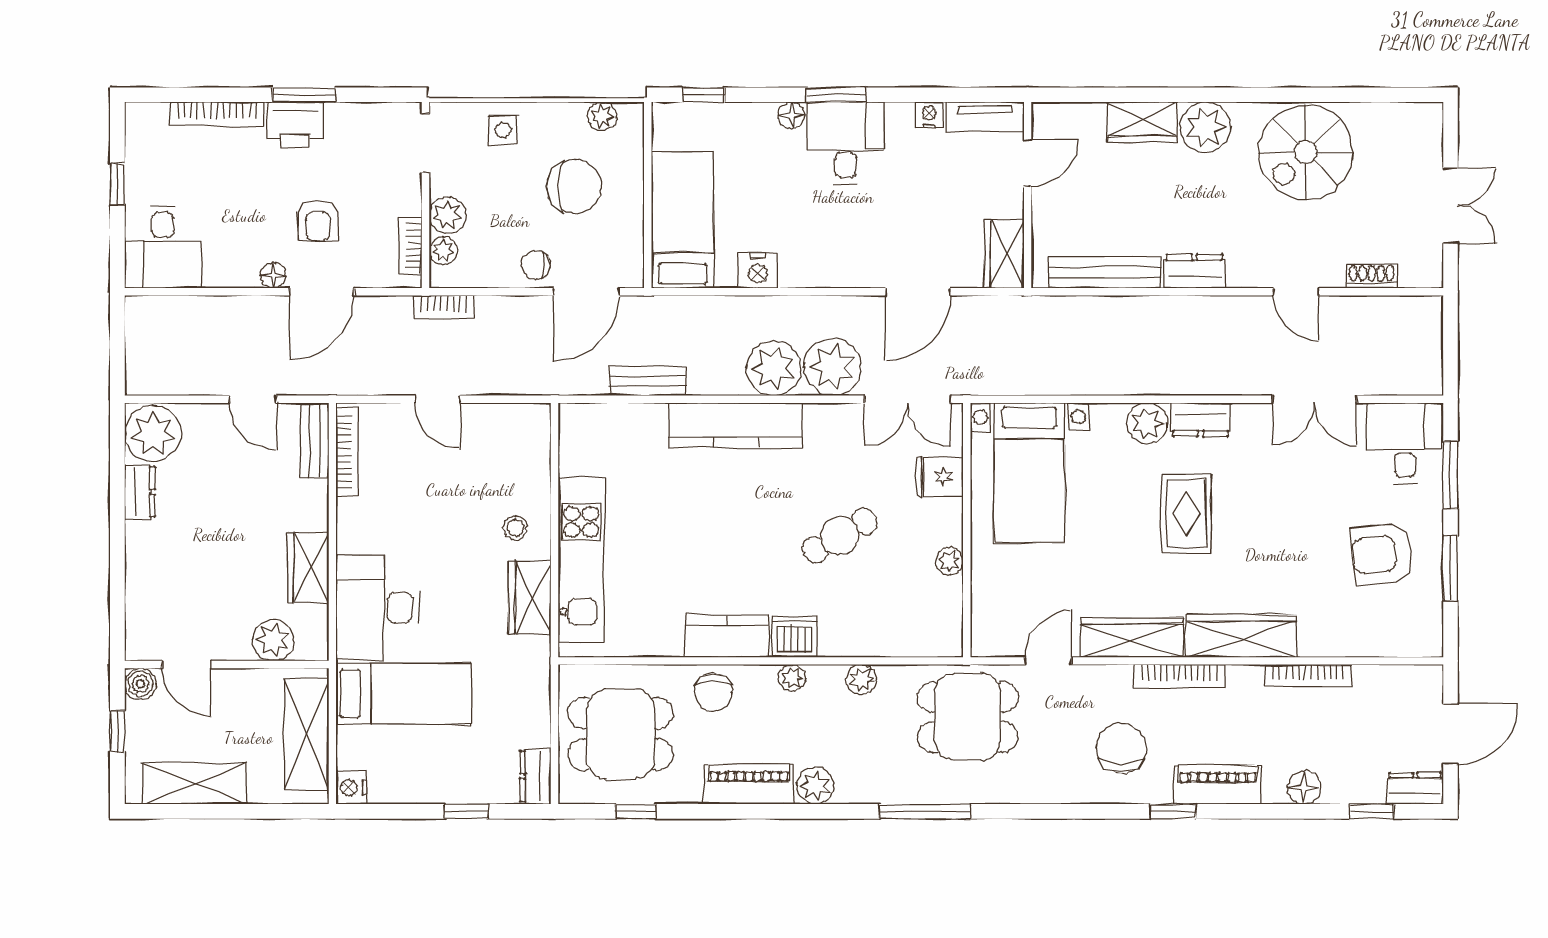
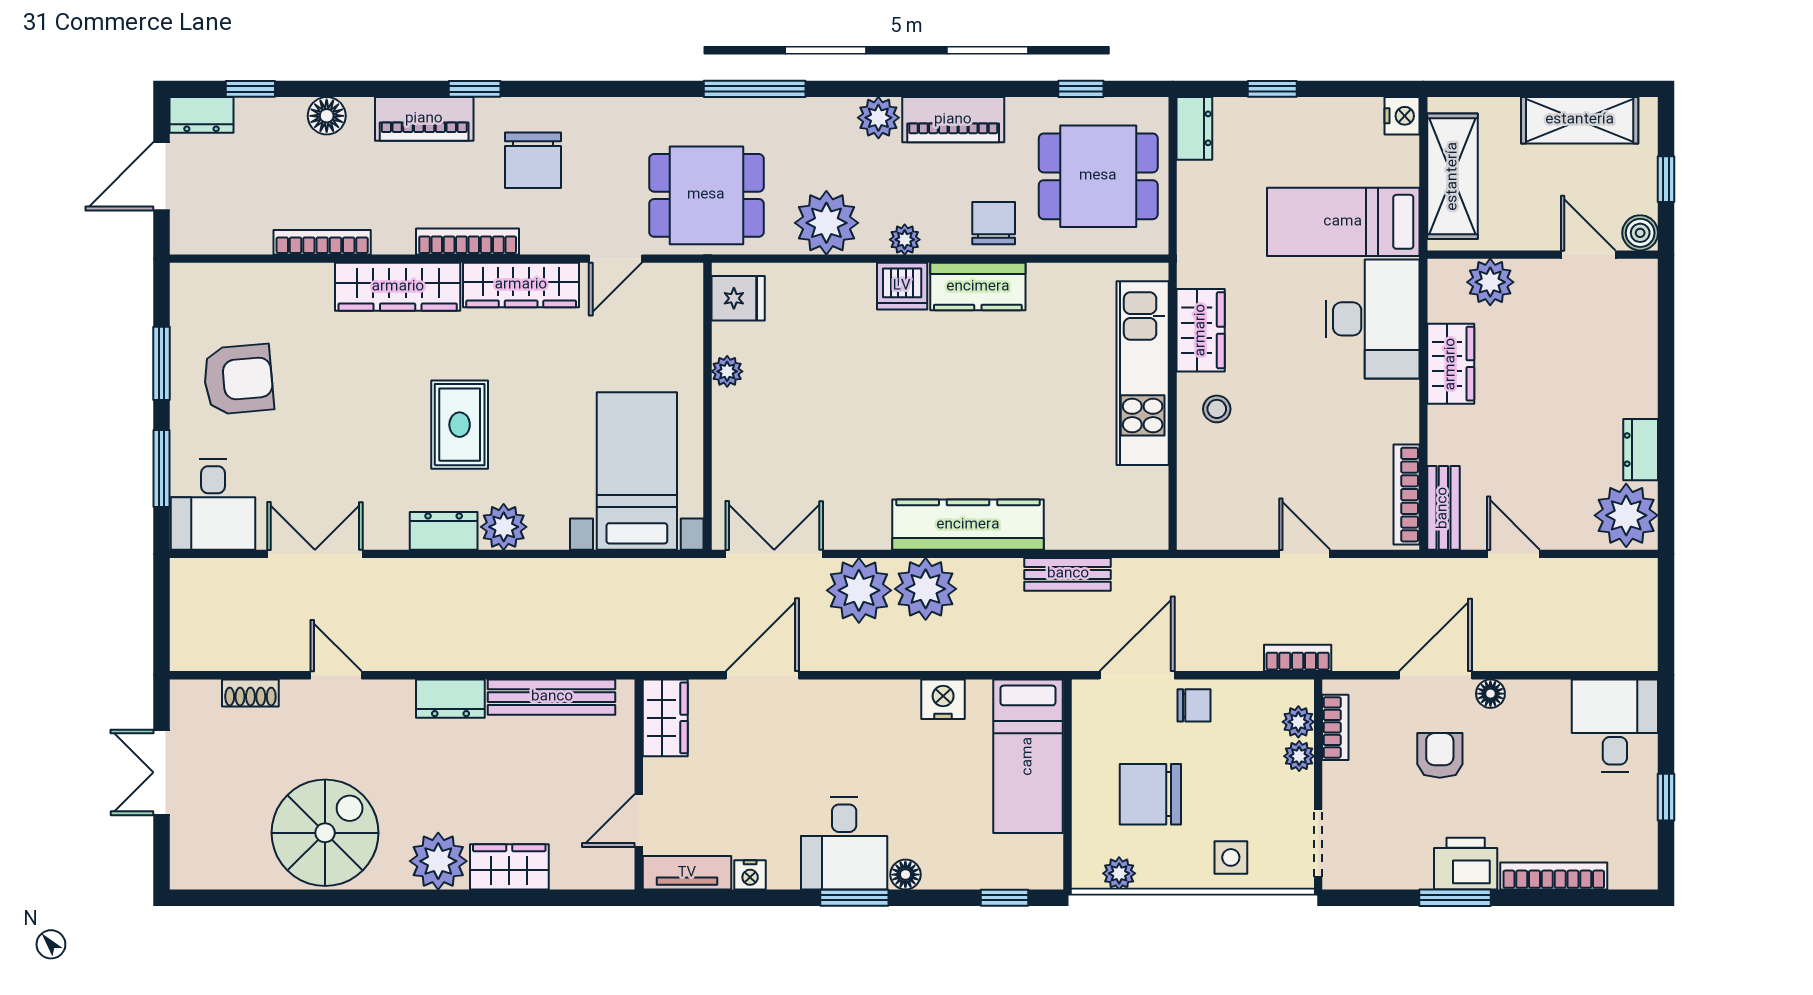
plant: (448, 215) -> (1299, 756), width x0.73, depth x0.73
fridge: (940, 477) -> (738, 298), moved
cafe table: (840, 536) -> (851, 400), removed
plant: (861, 680) -> (826, 223), width x1.87, depth x1.87

